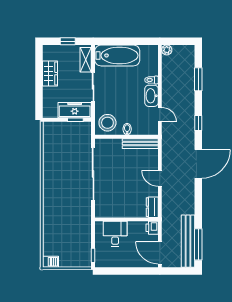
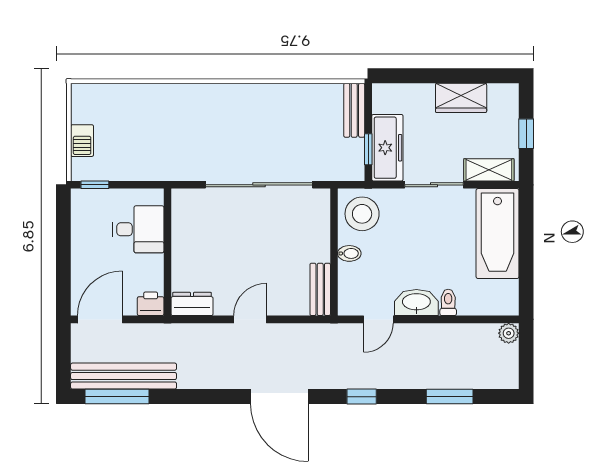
bench: (56, 127) -> (354, 110), added
bench: (140, 144) -> (320, 289), width x0.73
barbecue: (51, 262) -> (82, 141), moved

